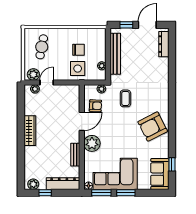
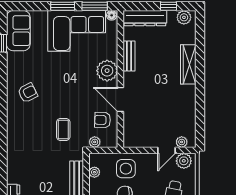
door: (82, 121) -> (120, 99), hinge flipped
armchair: (153, 127) -> (28, 93), width x0.53, depth x0.53
wardrobe: (30, 131) -> (188, 64), moved

